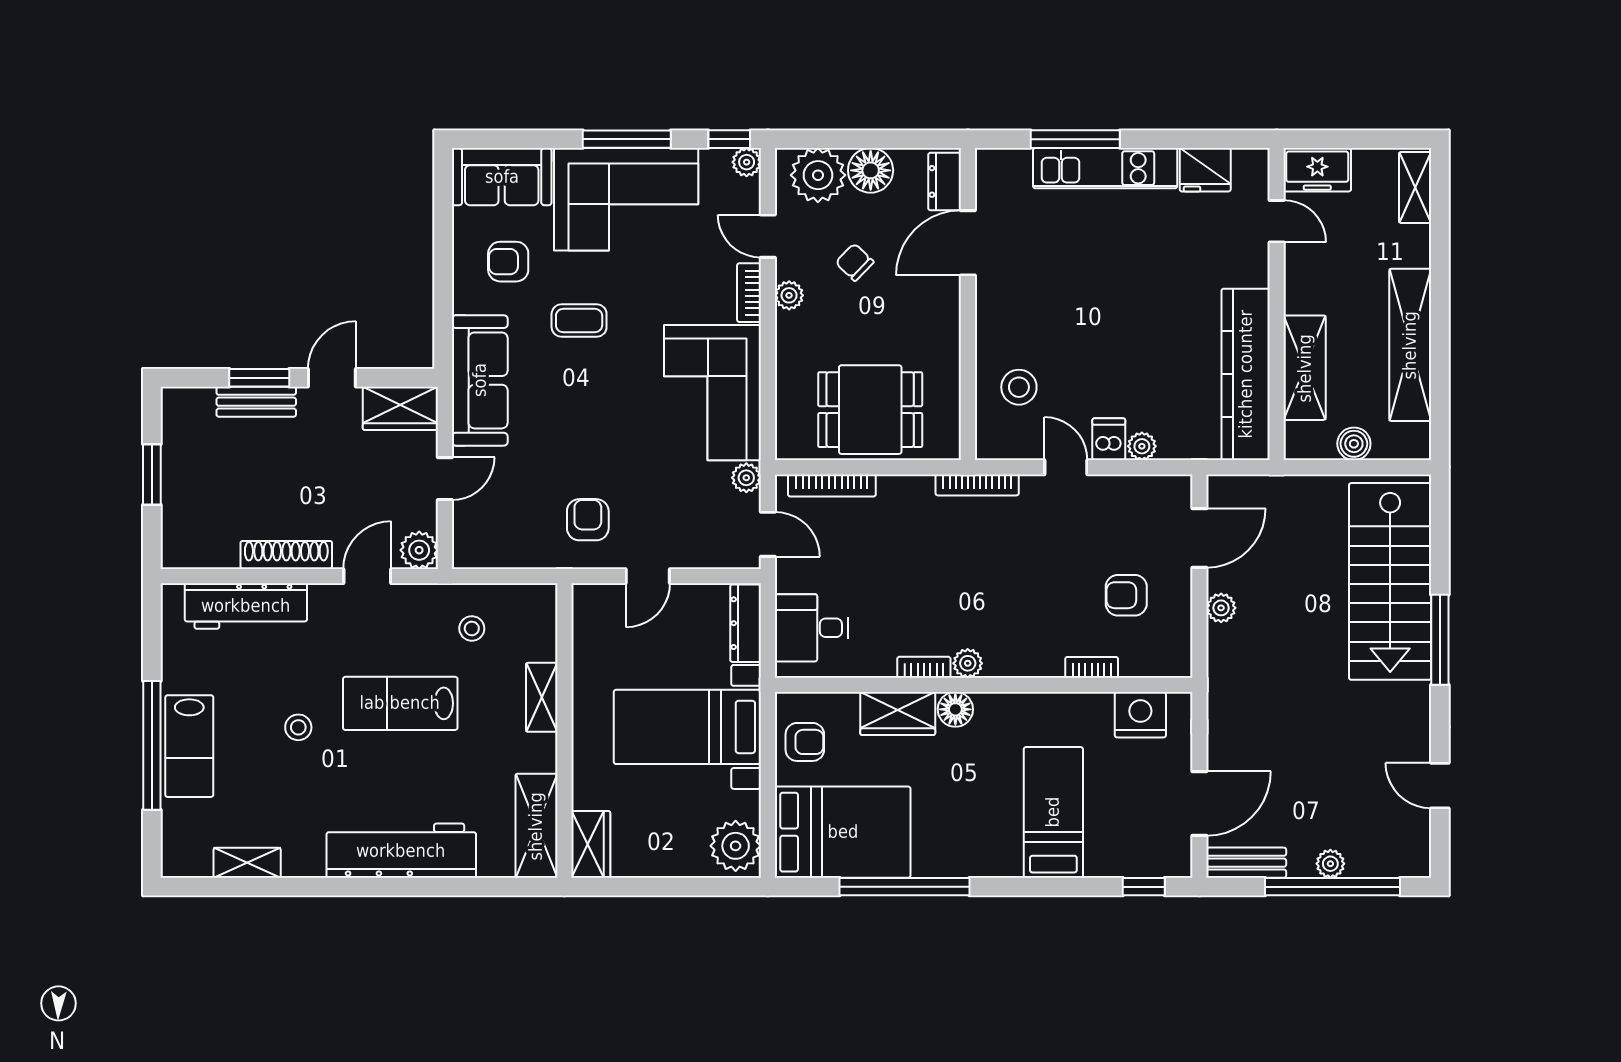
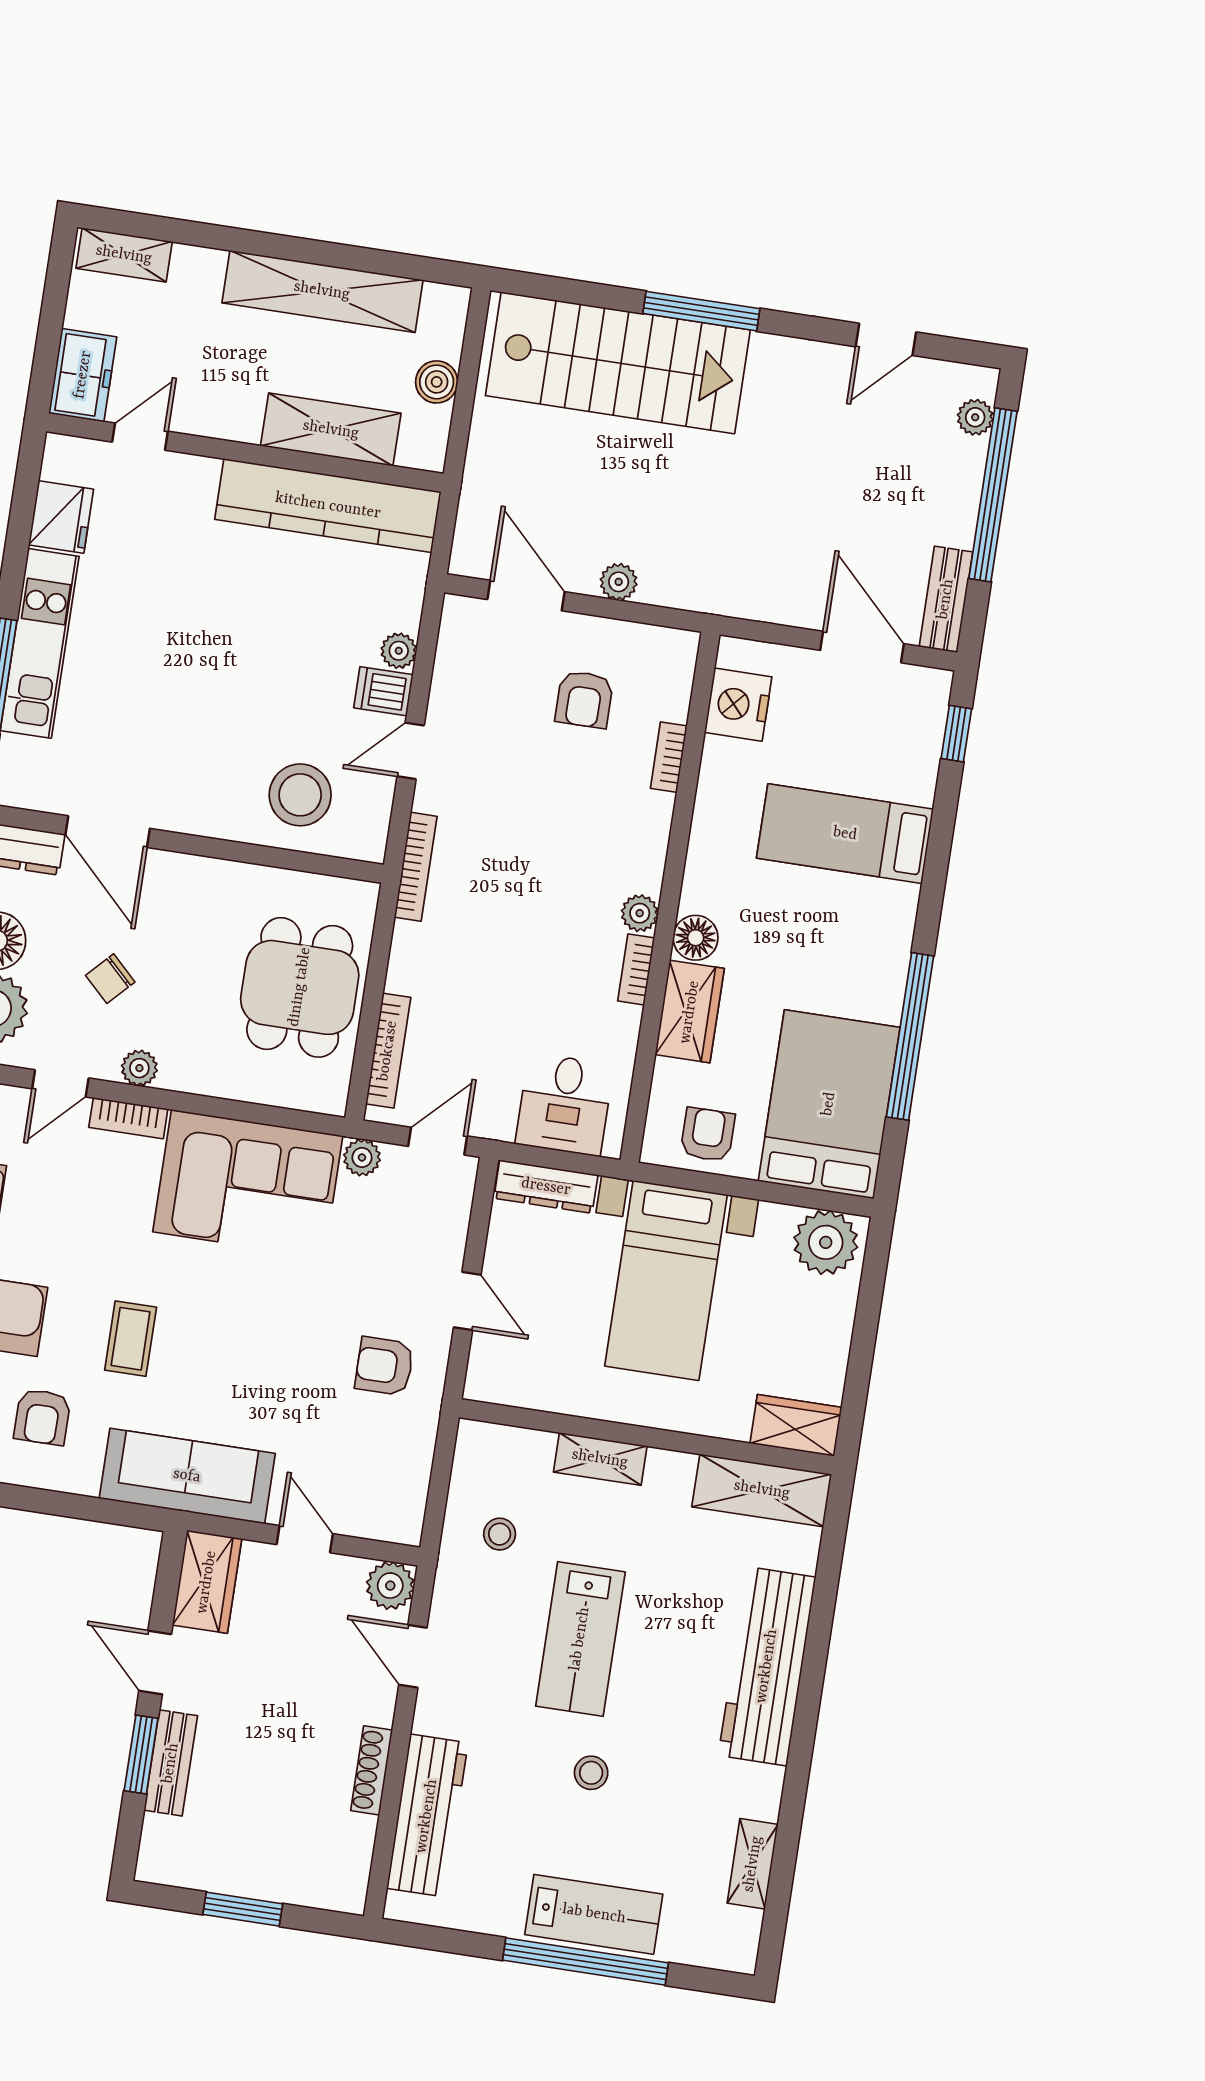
stool: (1019, 387) -> (300, 795), width x1.38, depth x1.38
shoe rack: (286, 555) -> (372, 1770), width x0.74, depth x0.81
plant: (1330, 864) -> (975, 417), moved

